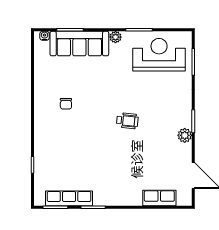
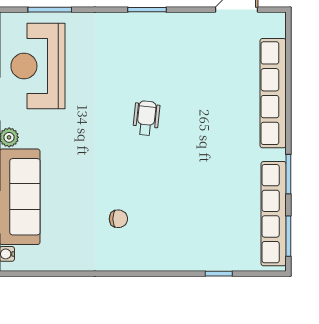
plant: (185, 135) -> (170, 24), removed
row of seats: (69, 198) -> (274, 214), width x1.36
row of seats: (159, 198) -> (273, 93), width x2.02

